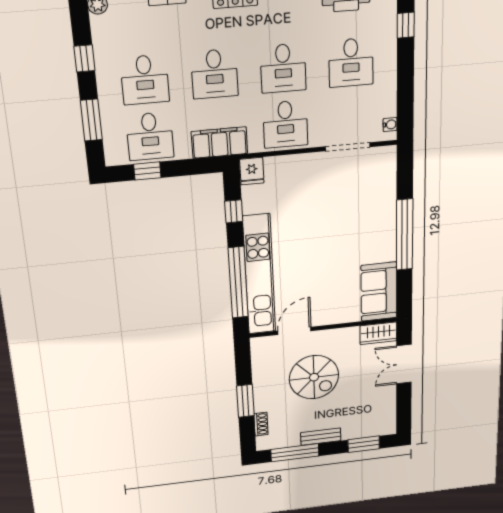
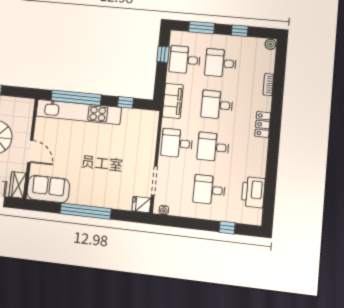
fridge: (252, 171) -> (141, 205), moved
door: (294, 331) -> (30, 151), moved

